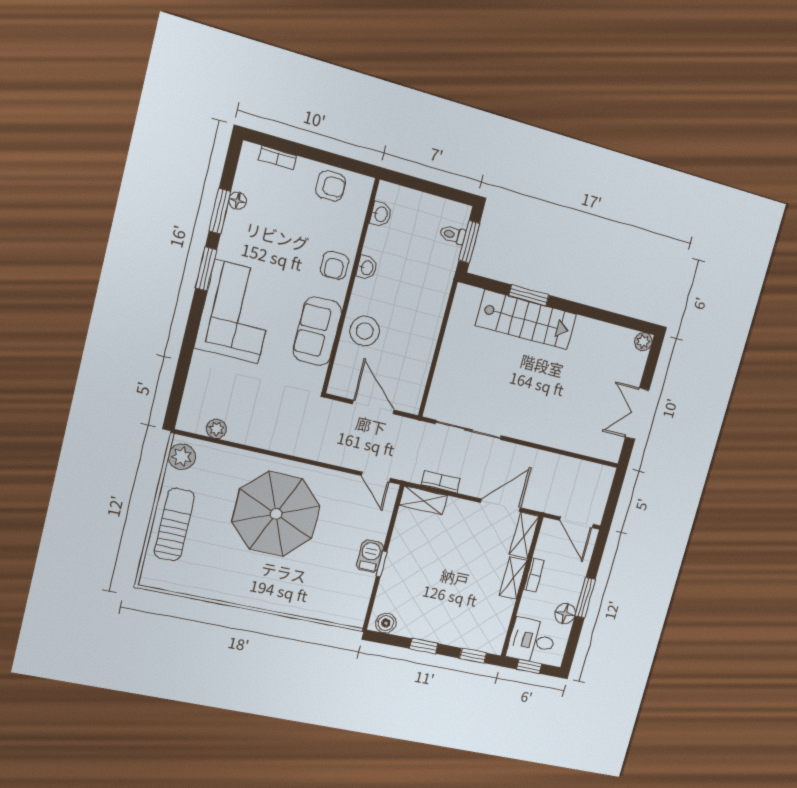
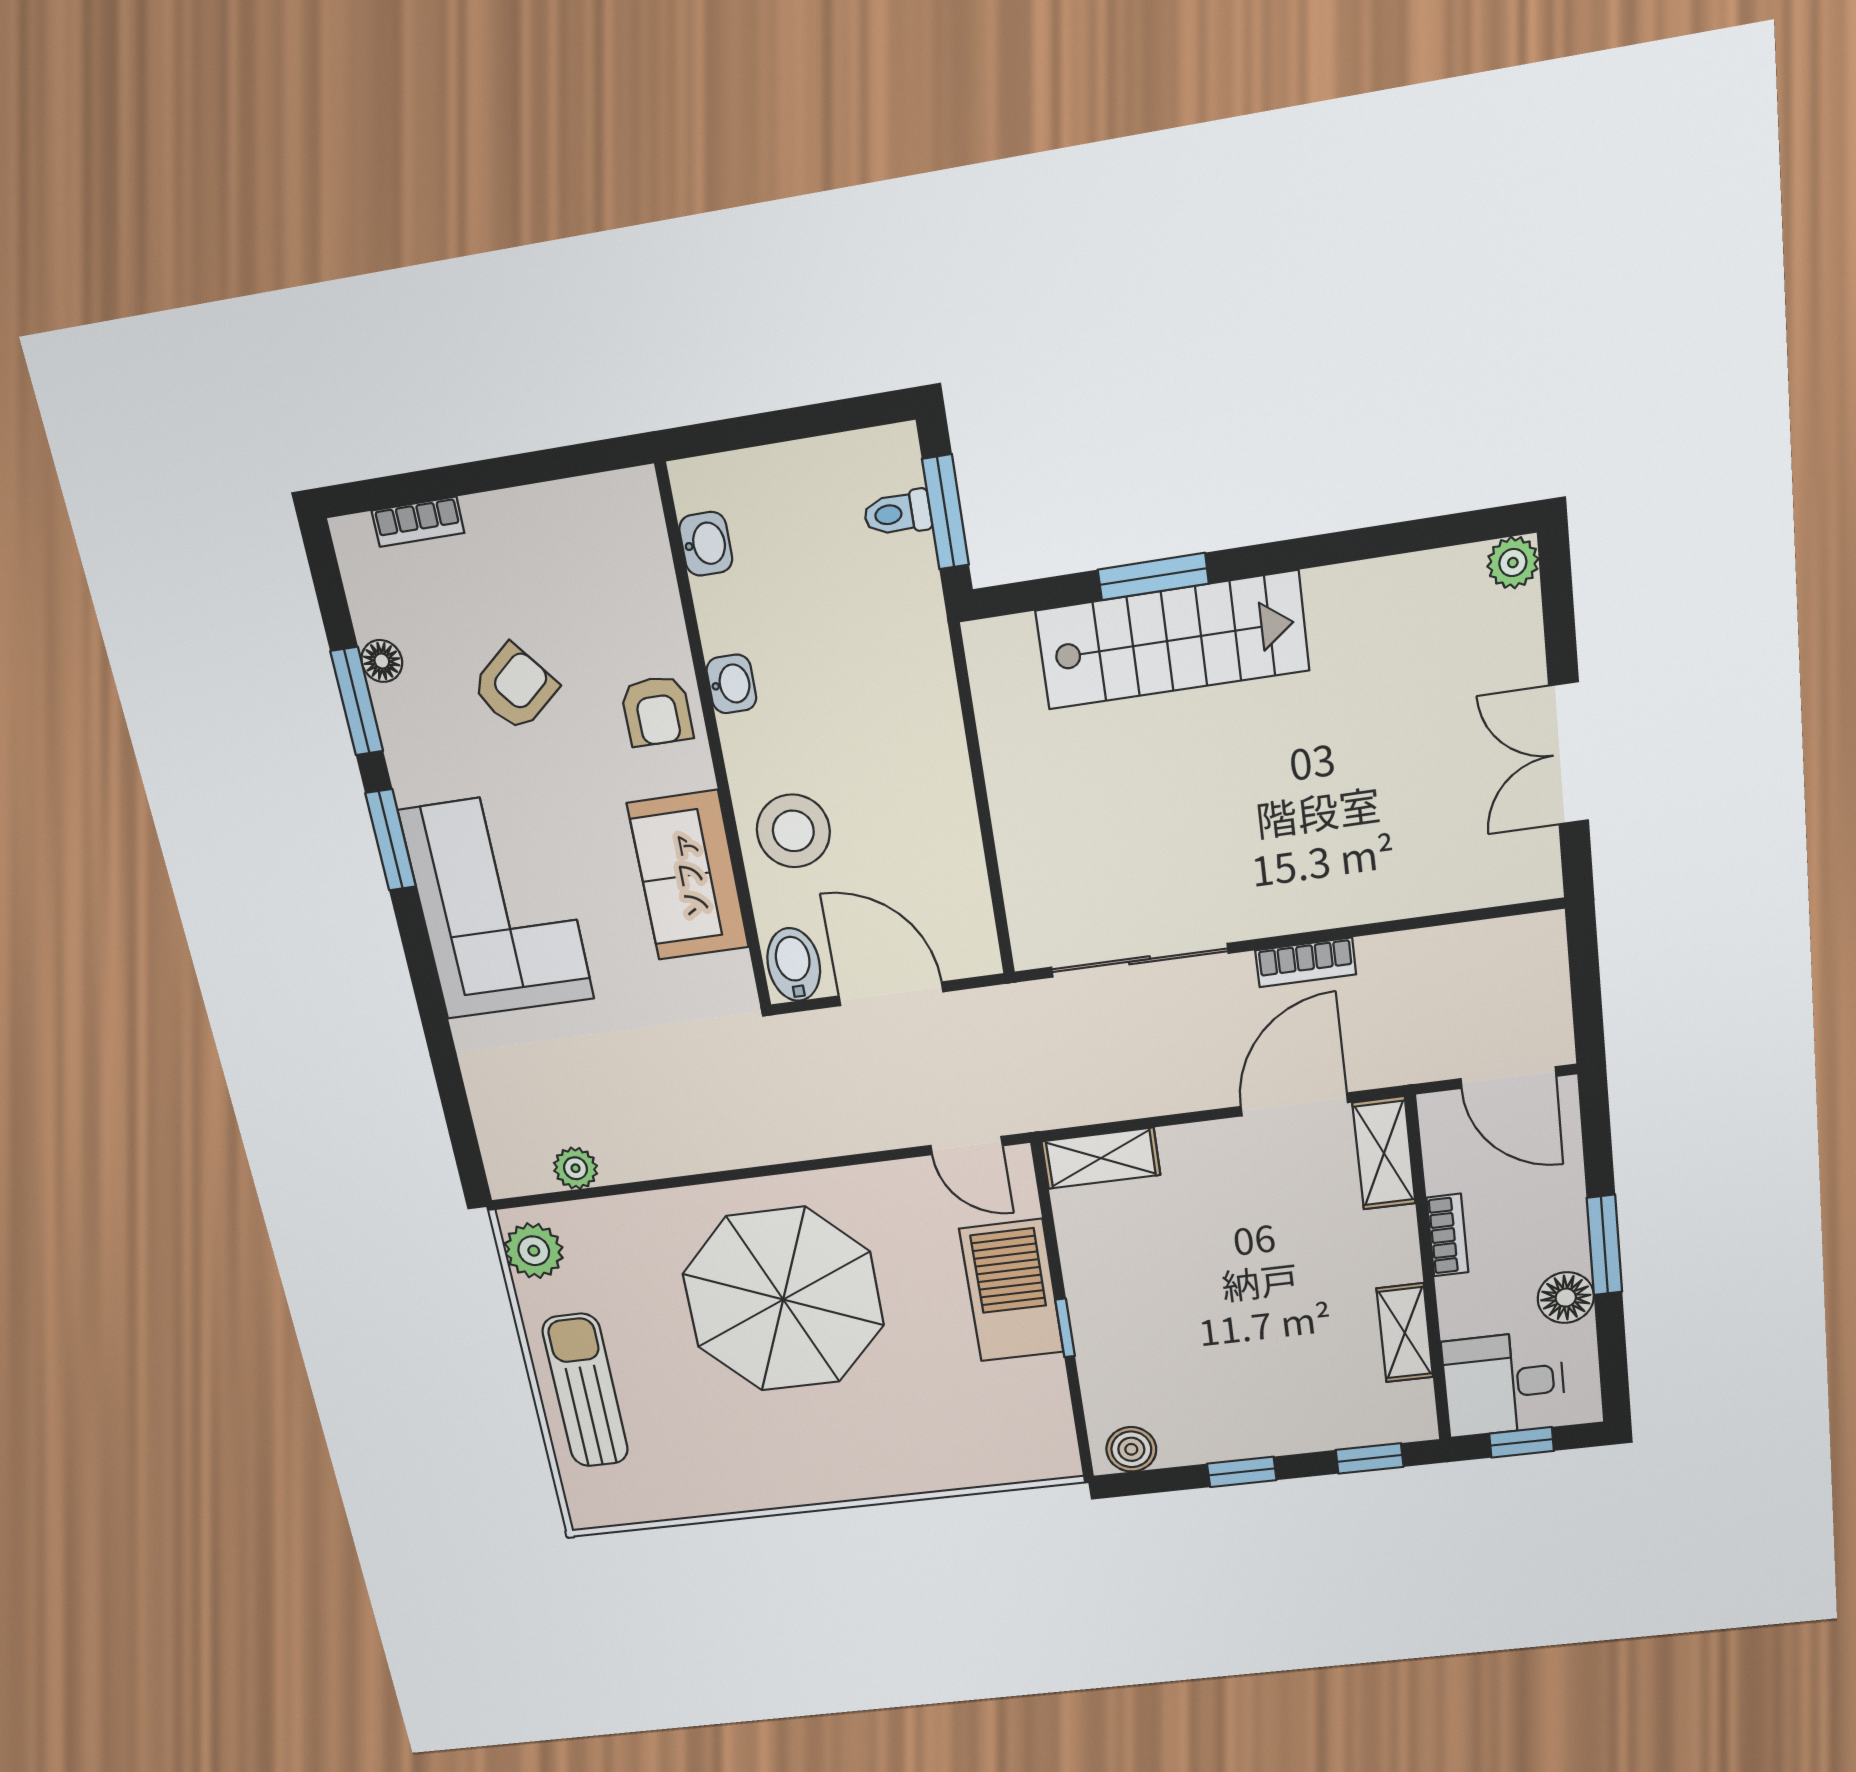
armchair: (331, 186) -> (515, 687), moved, turned -39
bidet: (342, 381) -> (794, 965), added
bookcase: (441, 482) -> (1306, 962), moved, turned 180
barbecue: (370, 556) -> (1012, 1291), width x1.88, depth x1.53
shelving: (513, 578) -> (1405, 1333), moved

